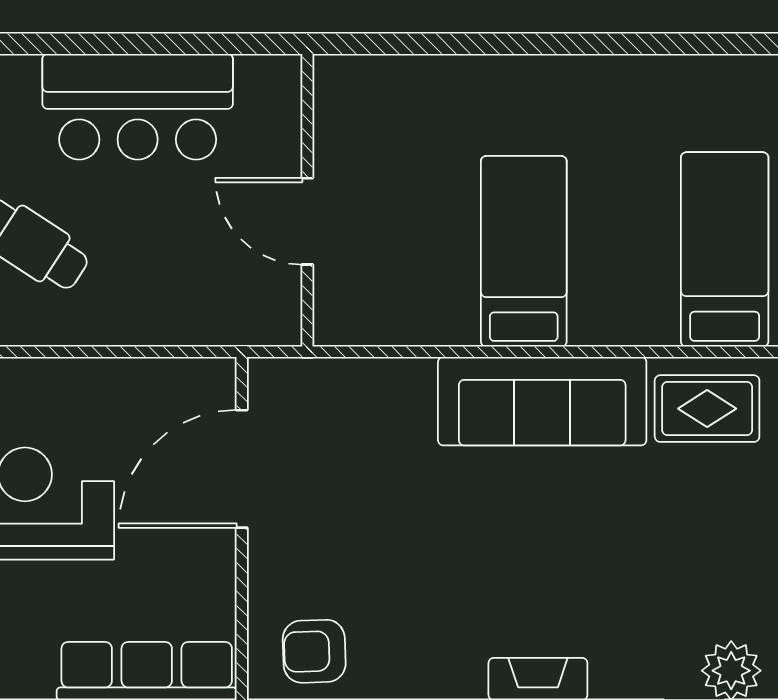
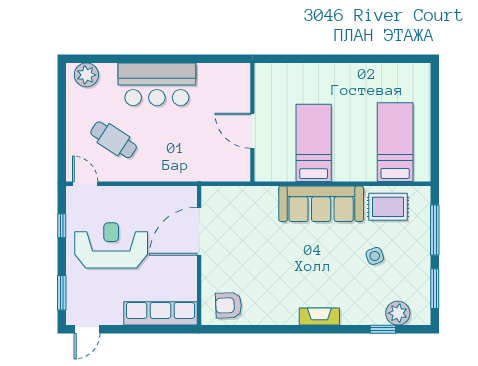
wall: (307, 200) -> (252, 122), moved
door: (307, 221) -> (252, 131), moved
side table: (674, 530) -> (375, 256), added

